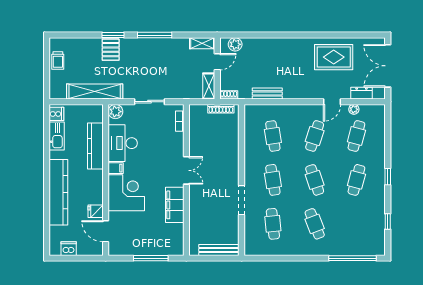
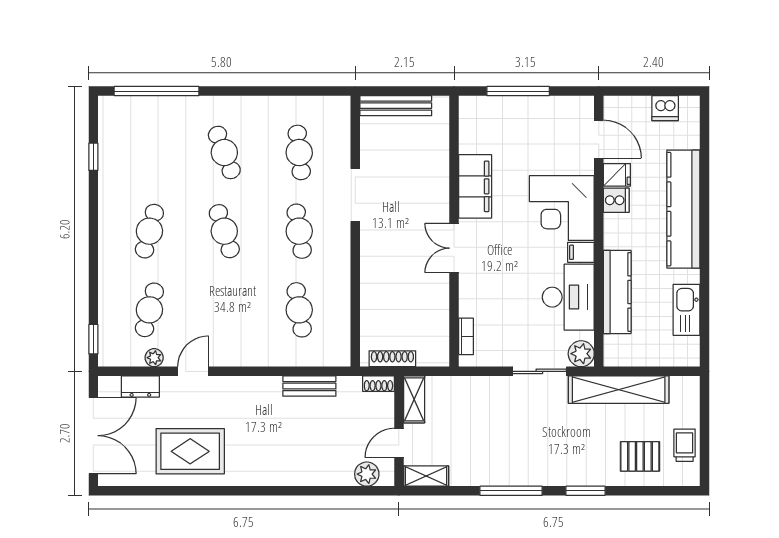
pallet: (111, 50) -> (640, 456), moved, turned 90
sliding door: (150, 102) -> (539, 371), moved
cooker: (56, 114) -> (616, 200), moved, turned 180
cafe table: (315, 136) -> (224, 310), removed
window: (388, 177) -> (93, 339), moved

